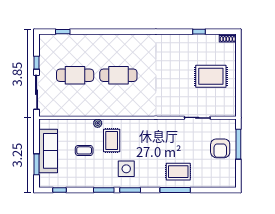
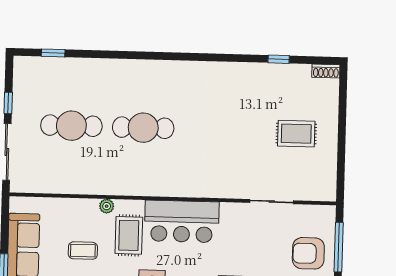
rug: (211, 76) -> (296, 134), width x0.73, depth x0.70
bar counter: (143, 131) -> (182, 221), added
armchair: (220, 148) -> (308, 253), turned 90

